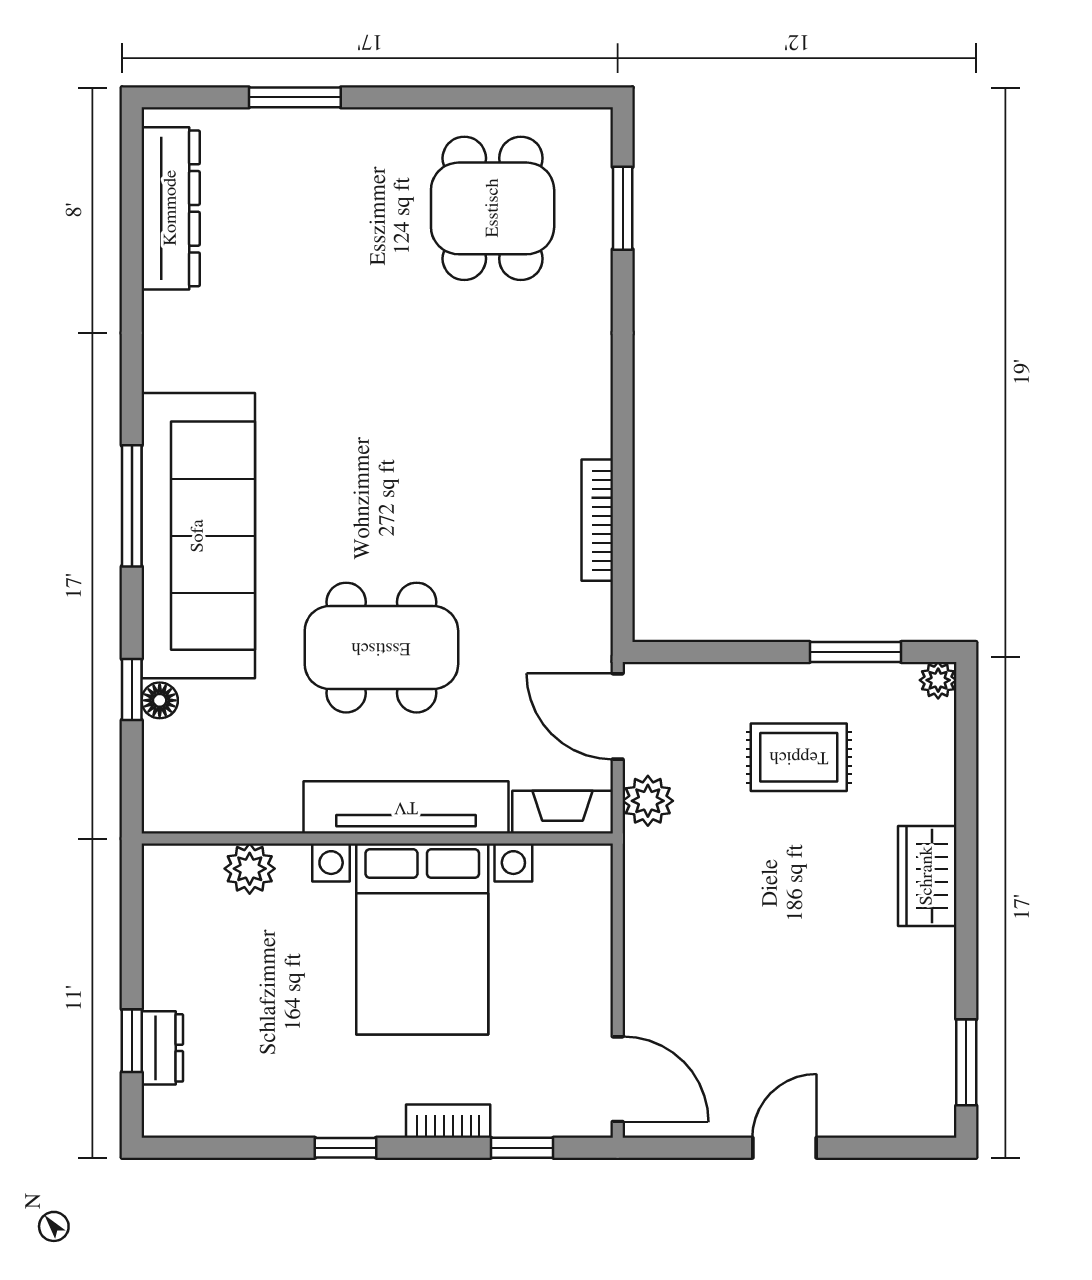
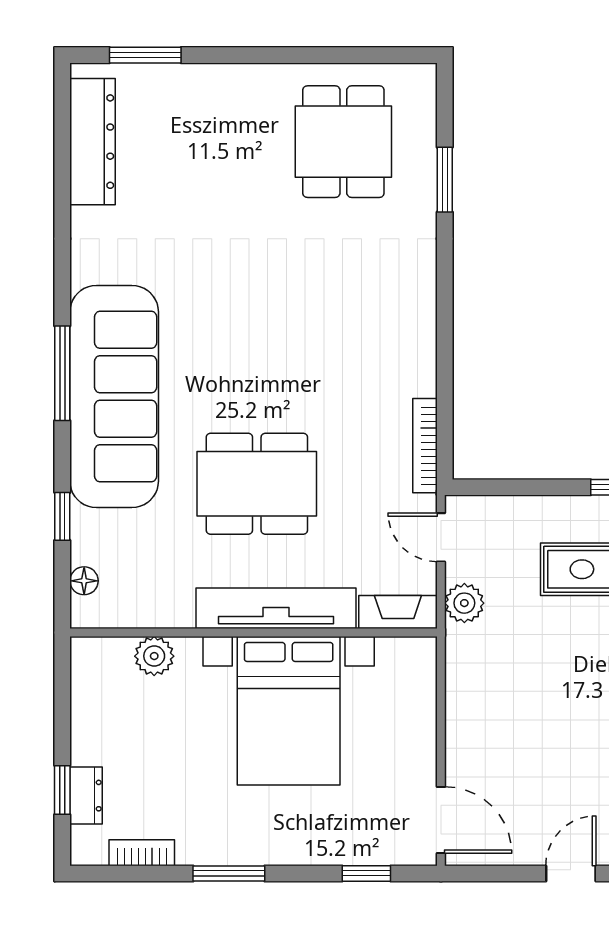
window: (295, 97) -> (145, 55), moved
window: (623, 208) -> (445, 180), moved
bookcase: (597, 520) -> (425, 446), moved
floor lamp: (160, 700) -> (84, 581), moved
door: (618, 716) -> (441, 537), width x0.73
bookcase: (448, 1121) -> (142, 853), moved
window: (346, 1148) -> (229, 873), width x1.50

